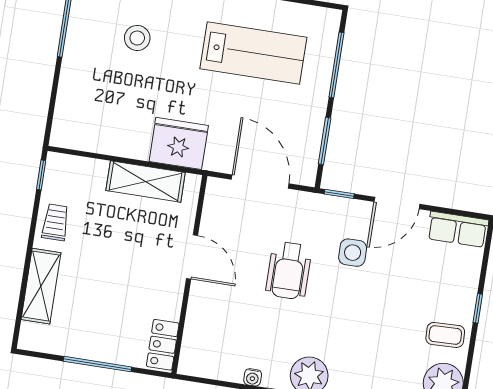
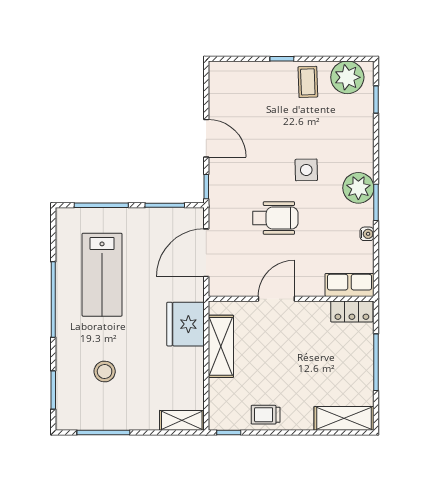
lab bench: (253, 53) -> (102, 275), turned 180
shelving: (64, 121) -> (182, 420), added
row of seats: (458, 229) -> (350, 285), moved, turned -90
side table: (353, 253) -> (306, 170), moved
shelving: (41, 286) -> (344, 418), moved

